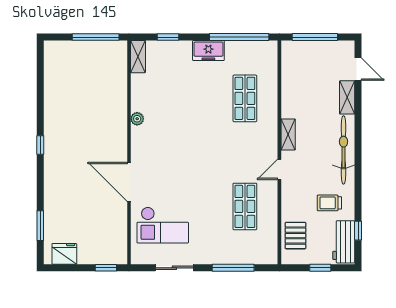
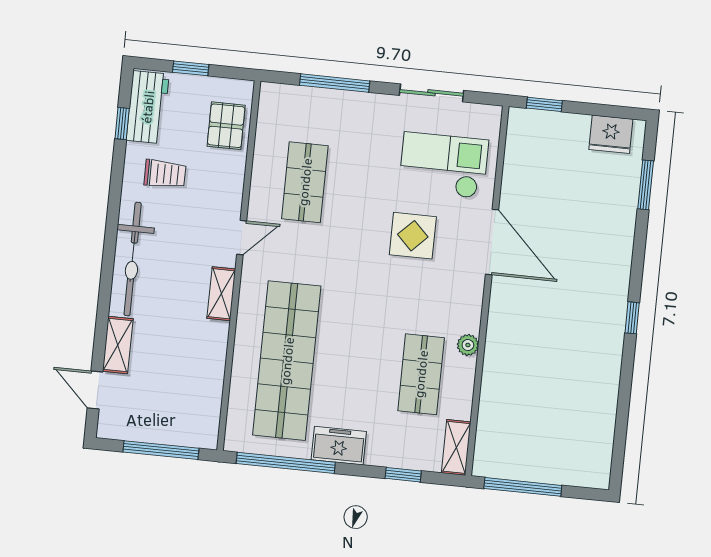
shop shelf: (163, 98) -> (421, 374), added
shop shelf: (245, 98) -> (287, 361), width x2.00, depth x1.36
display table: (177, 181) -> (413, 236), added

